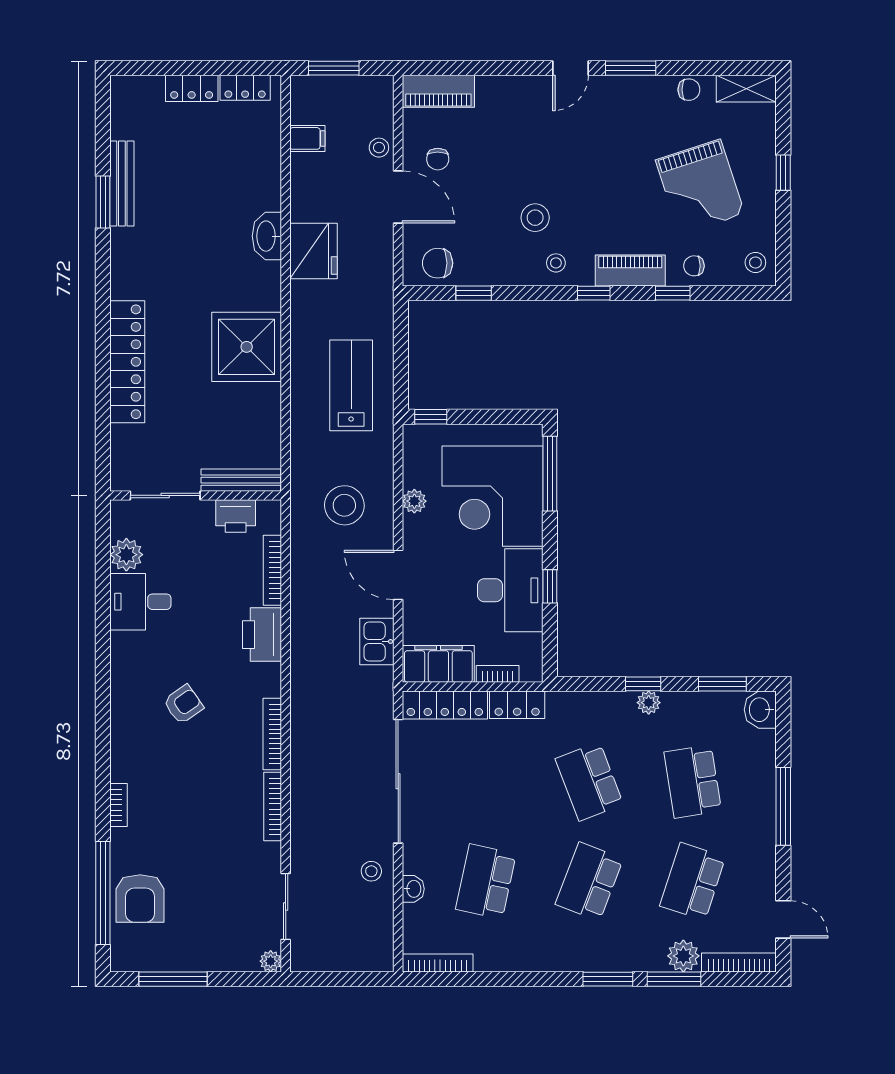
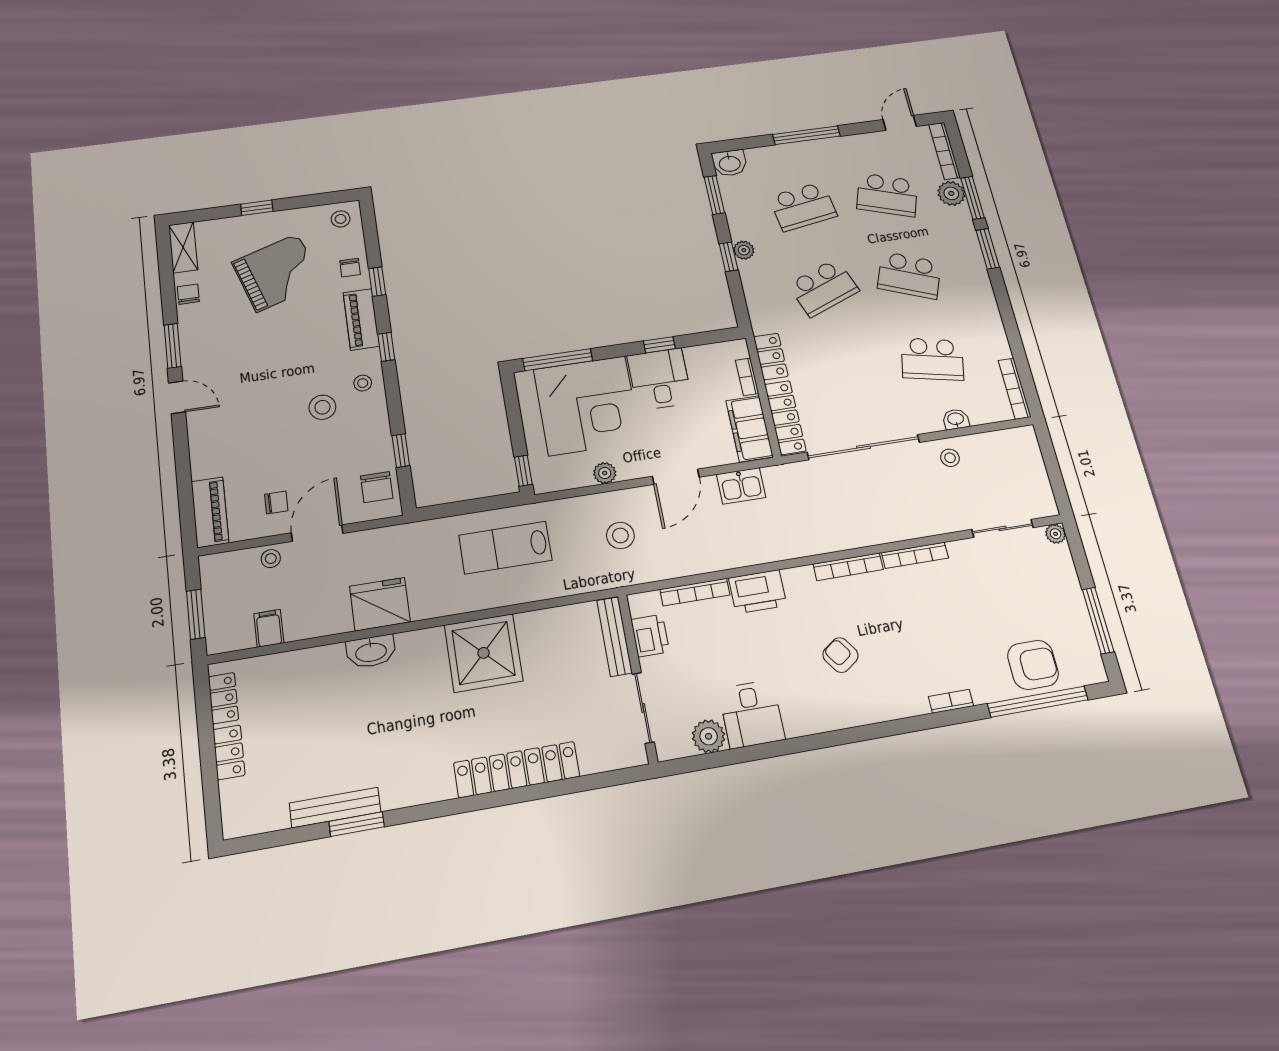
stool: (344, 505) -> (620, 535), width x0.73, depth x0.73
desk: (510, 590) -> (660, 379), width x0.73

